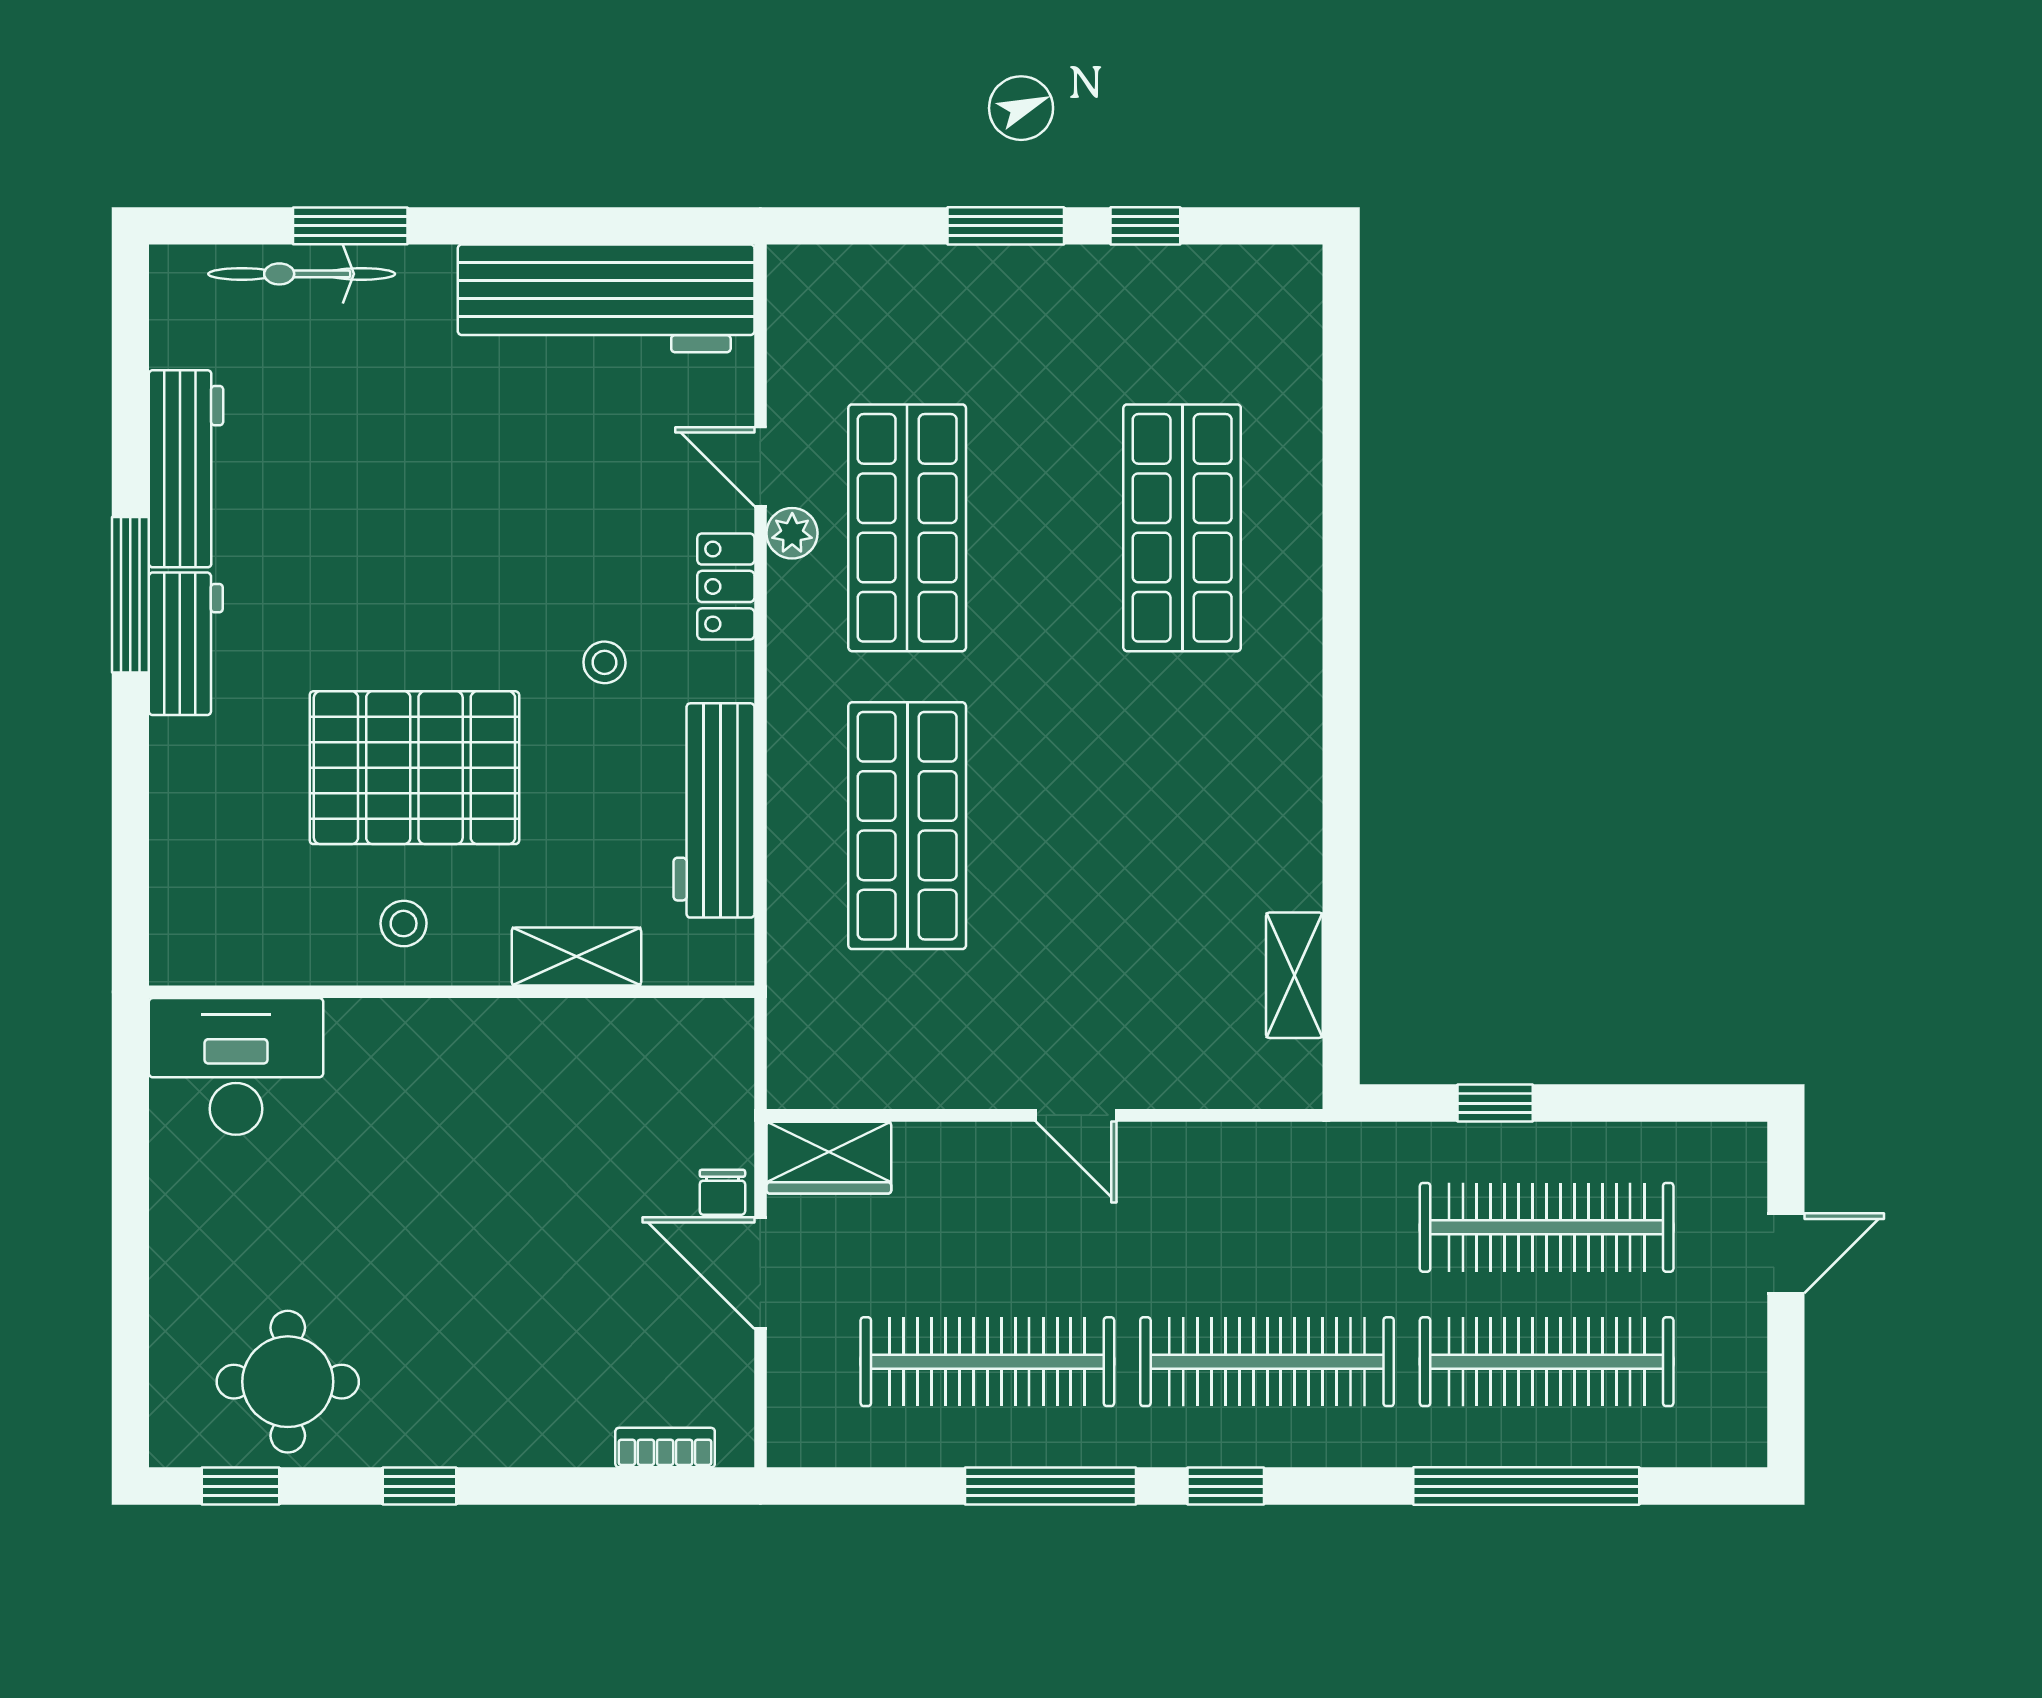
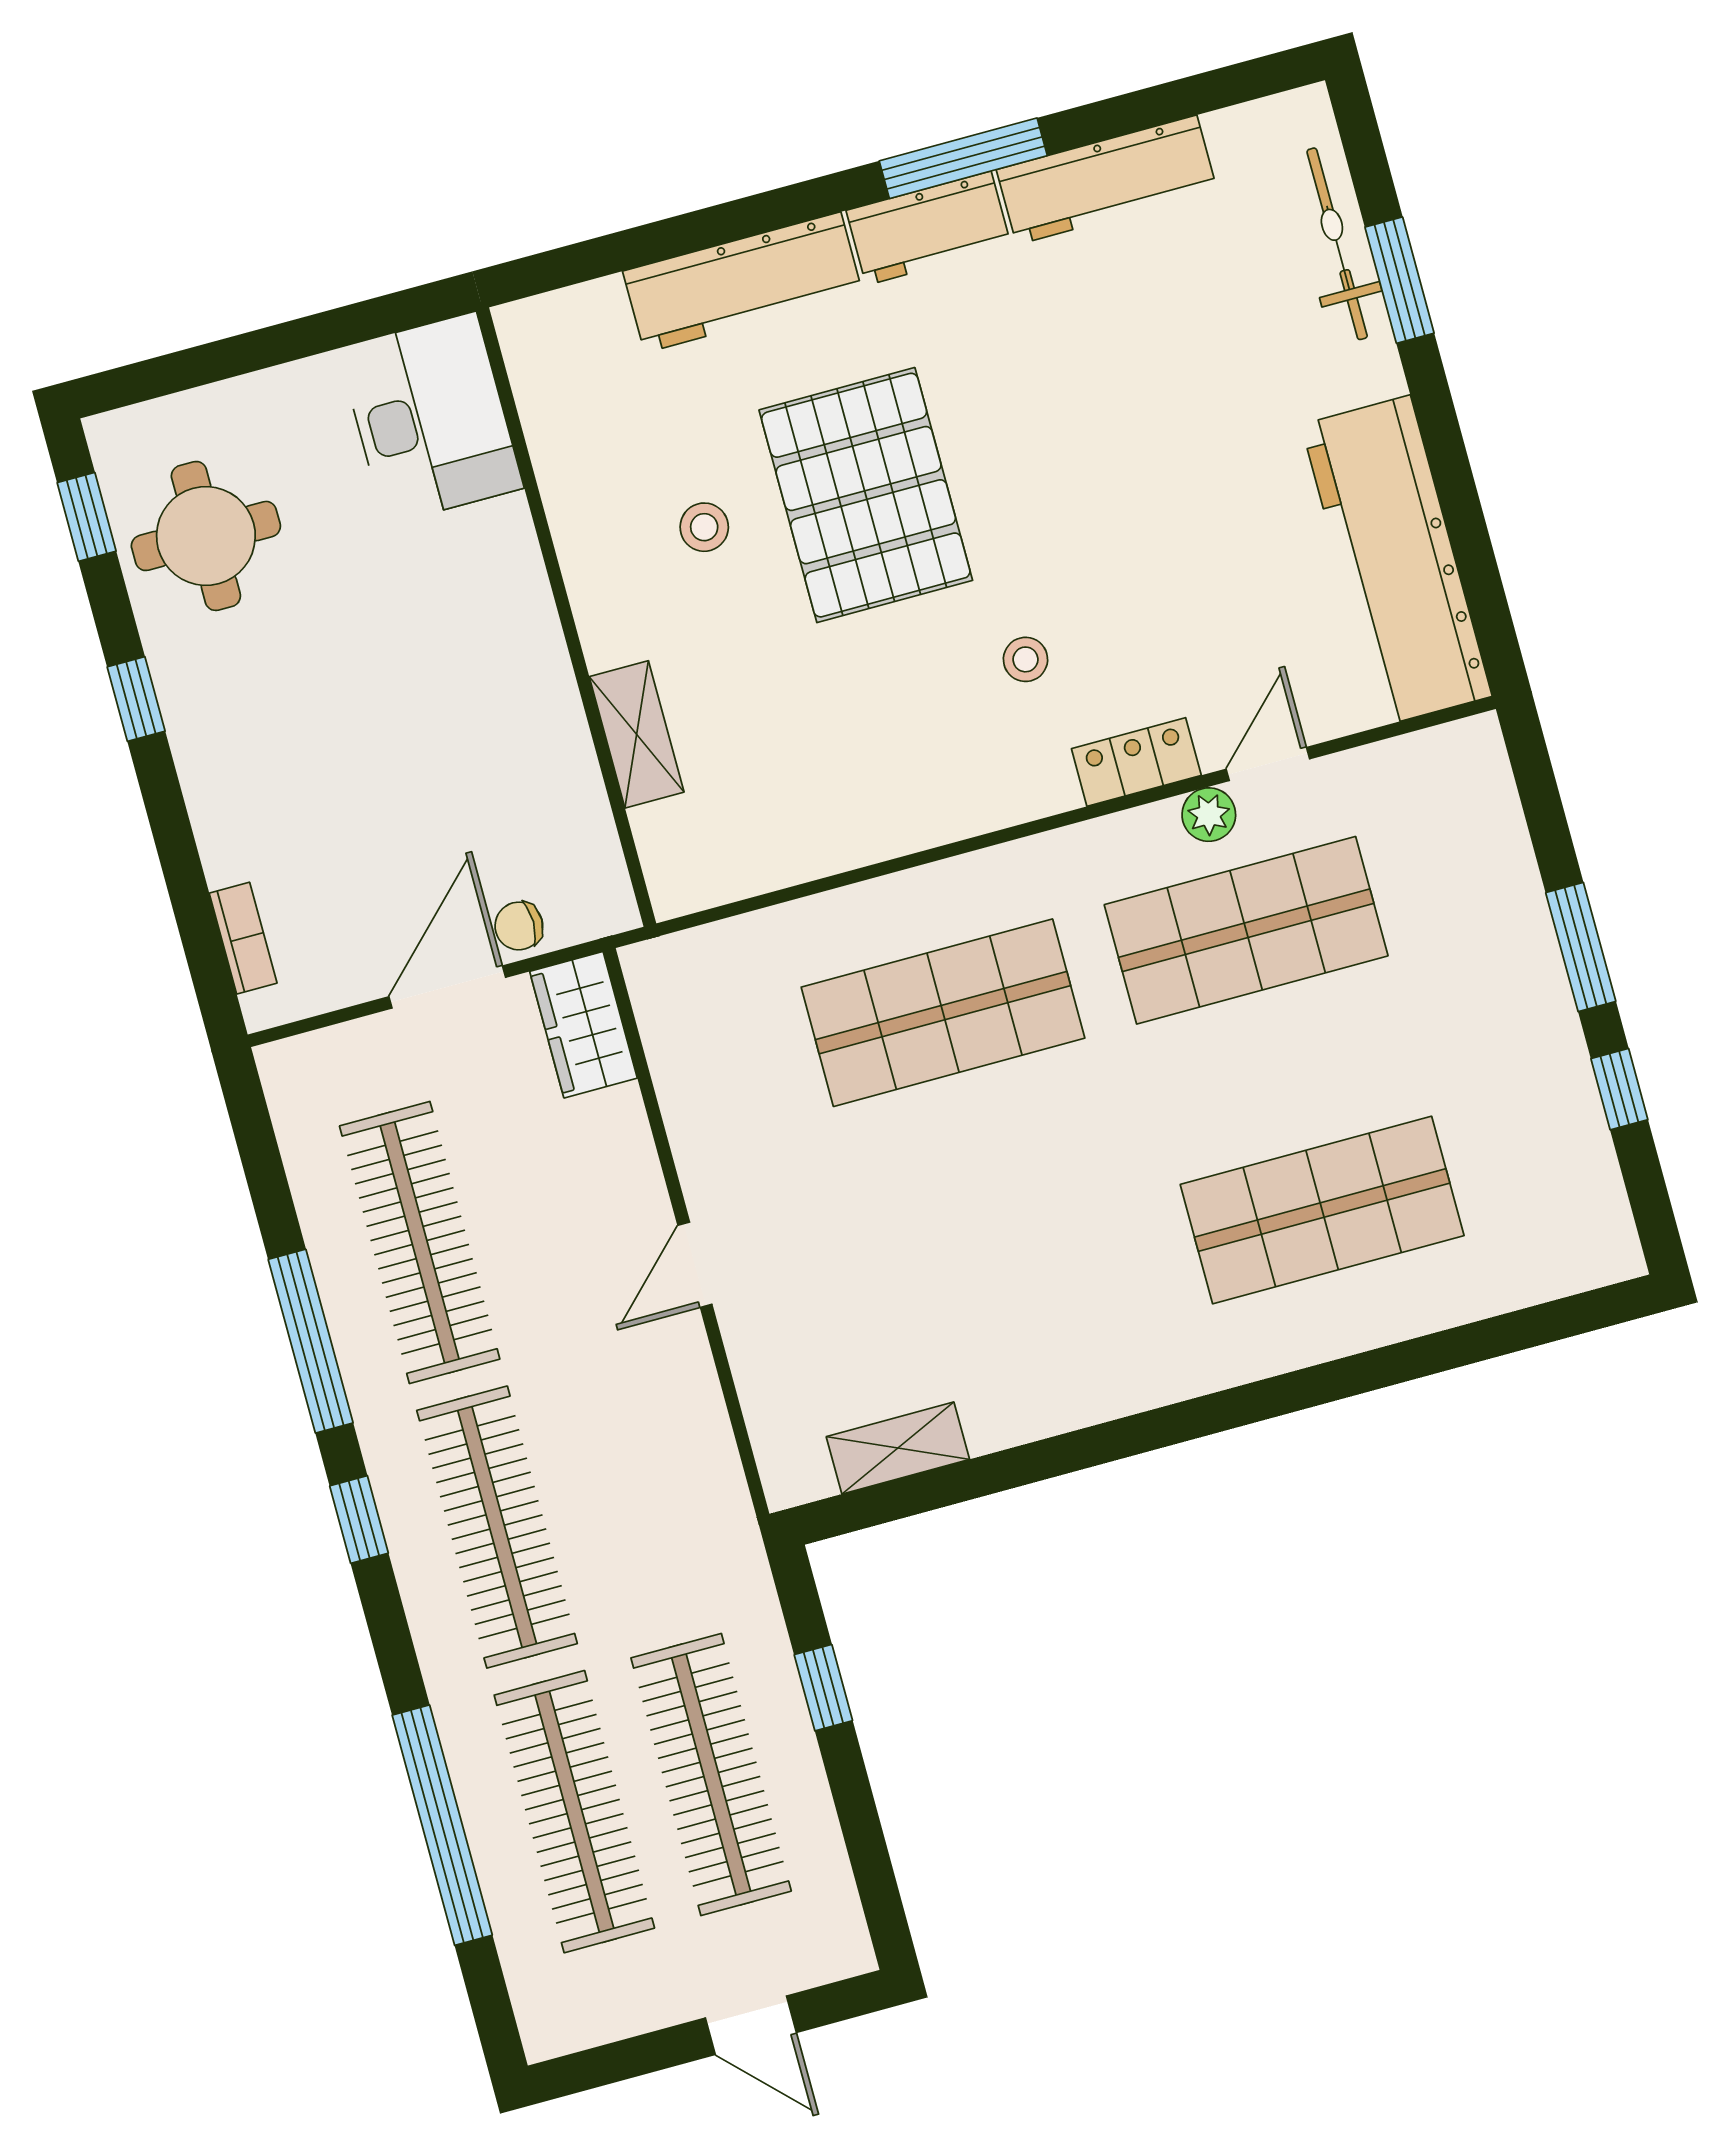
workbench: (714, 810) -> (743, 282), moved, turned 180
shelving: (576, 957) -> (637, 734), moved
wall: (452, 992) -> (566, 617), moved
desk: (236, 1066) -> (431, 418), moved

